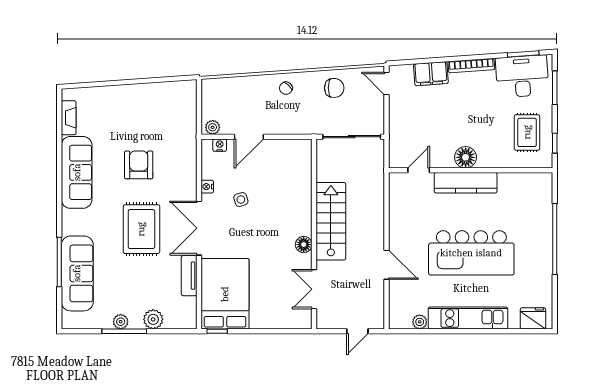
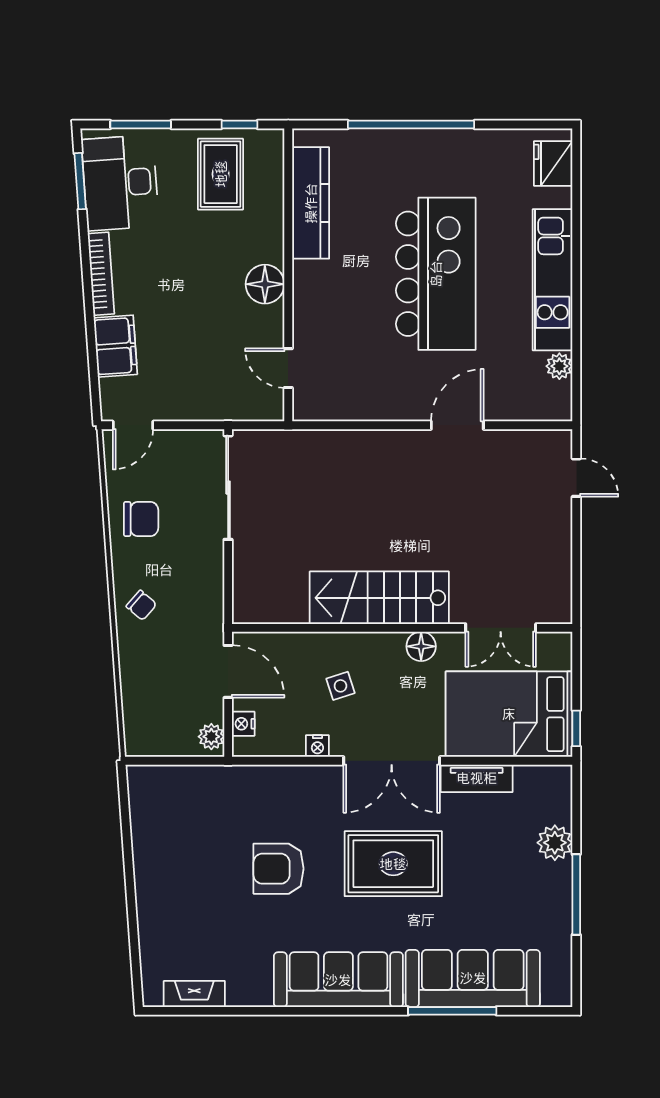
chair: (334, 88) -> (141, 519), turned 90
rug: (527, 132) -> (221, 174), turned 90
sofa: (77, 172) -> (338, 980), moved
kitchen counter: (466, 183) -> (311, 203), moved
stairs: (331, 221) -> (379, 598), moved
wall: (314, 234) -> (402, 628), moved
floor lamp: (304, 245) -> (421, 646), moved
double door: (314, 289) -> (501, 628), moved
plant: (121, 322) -> (559, 901), removed

